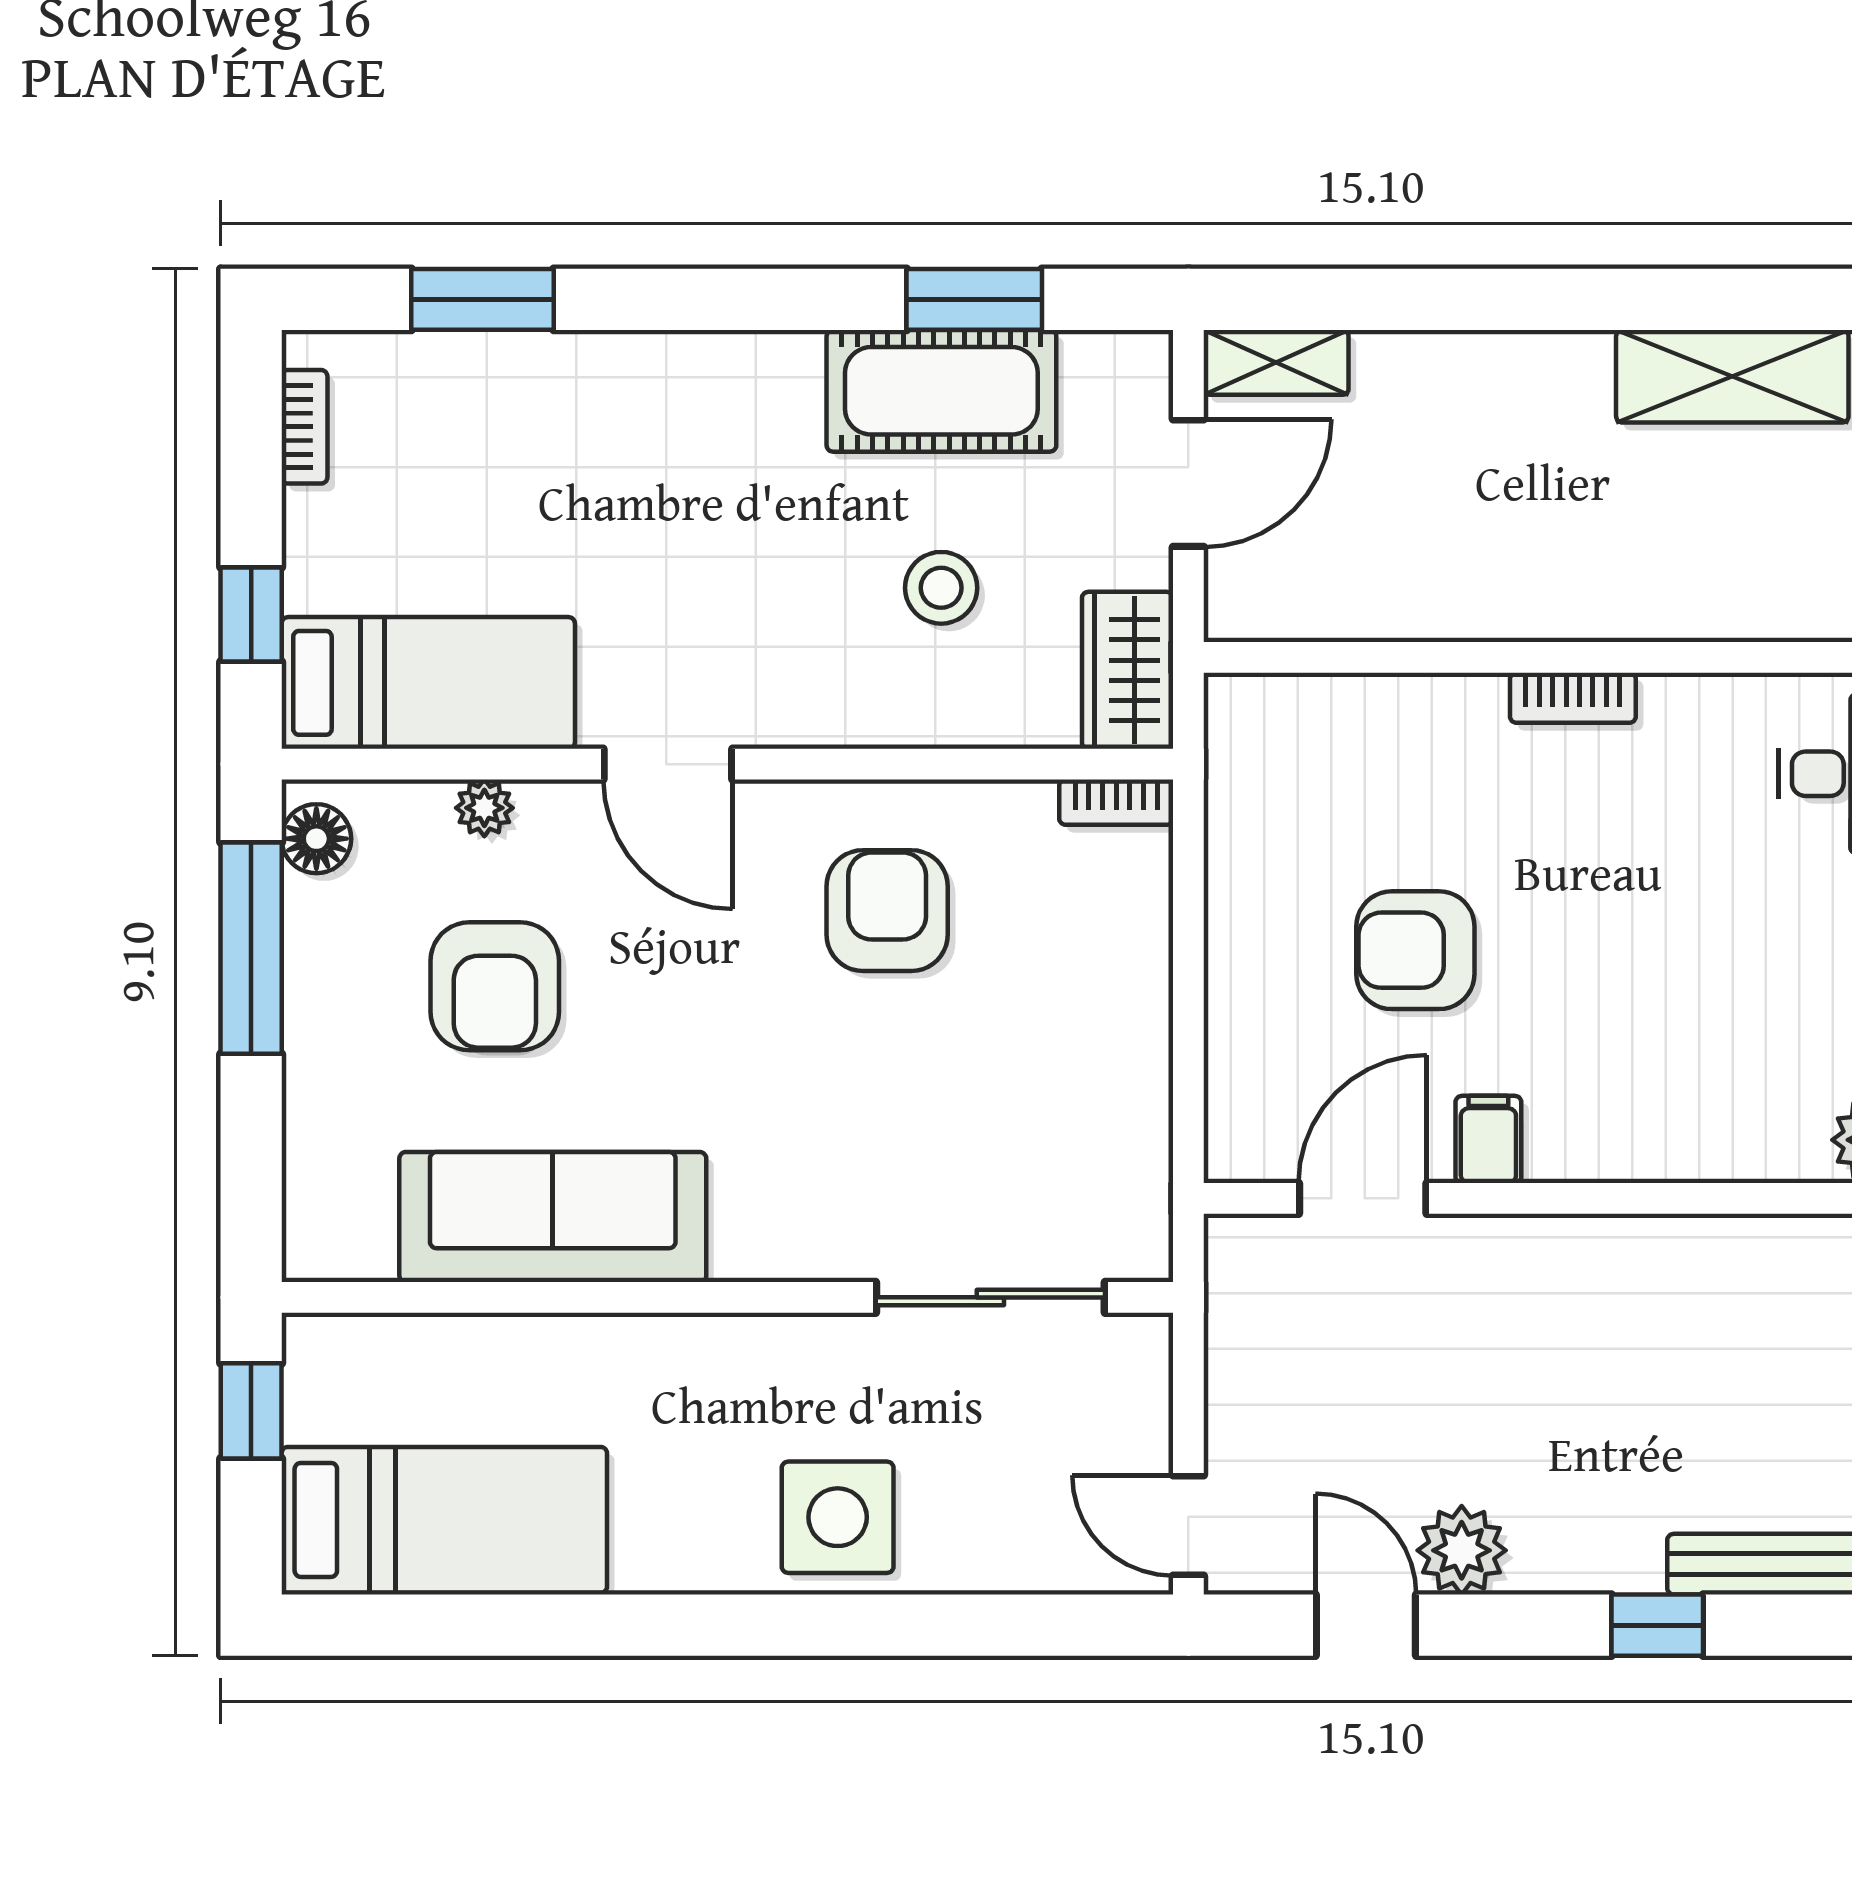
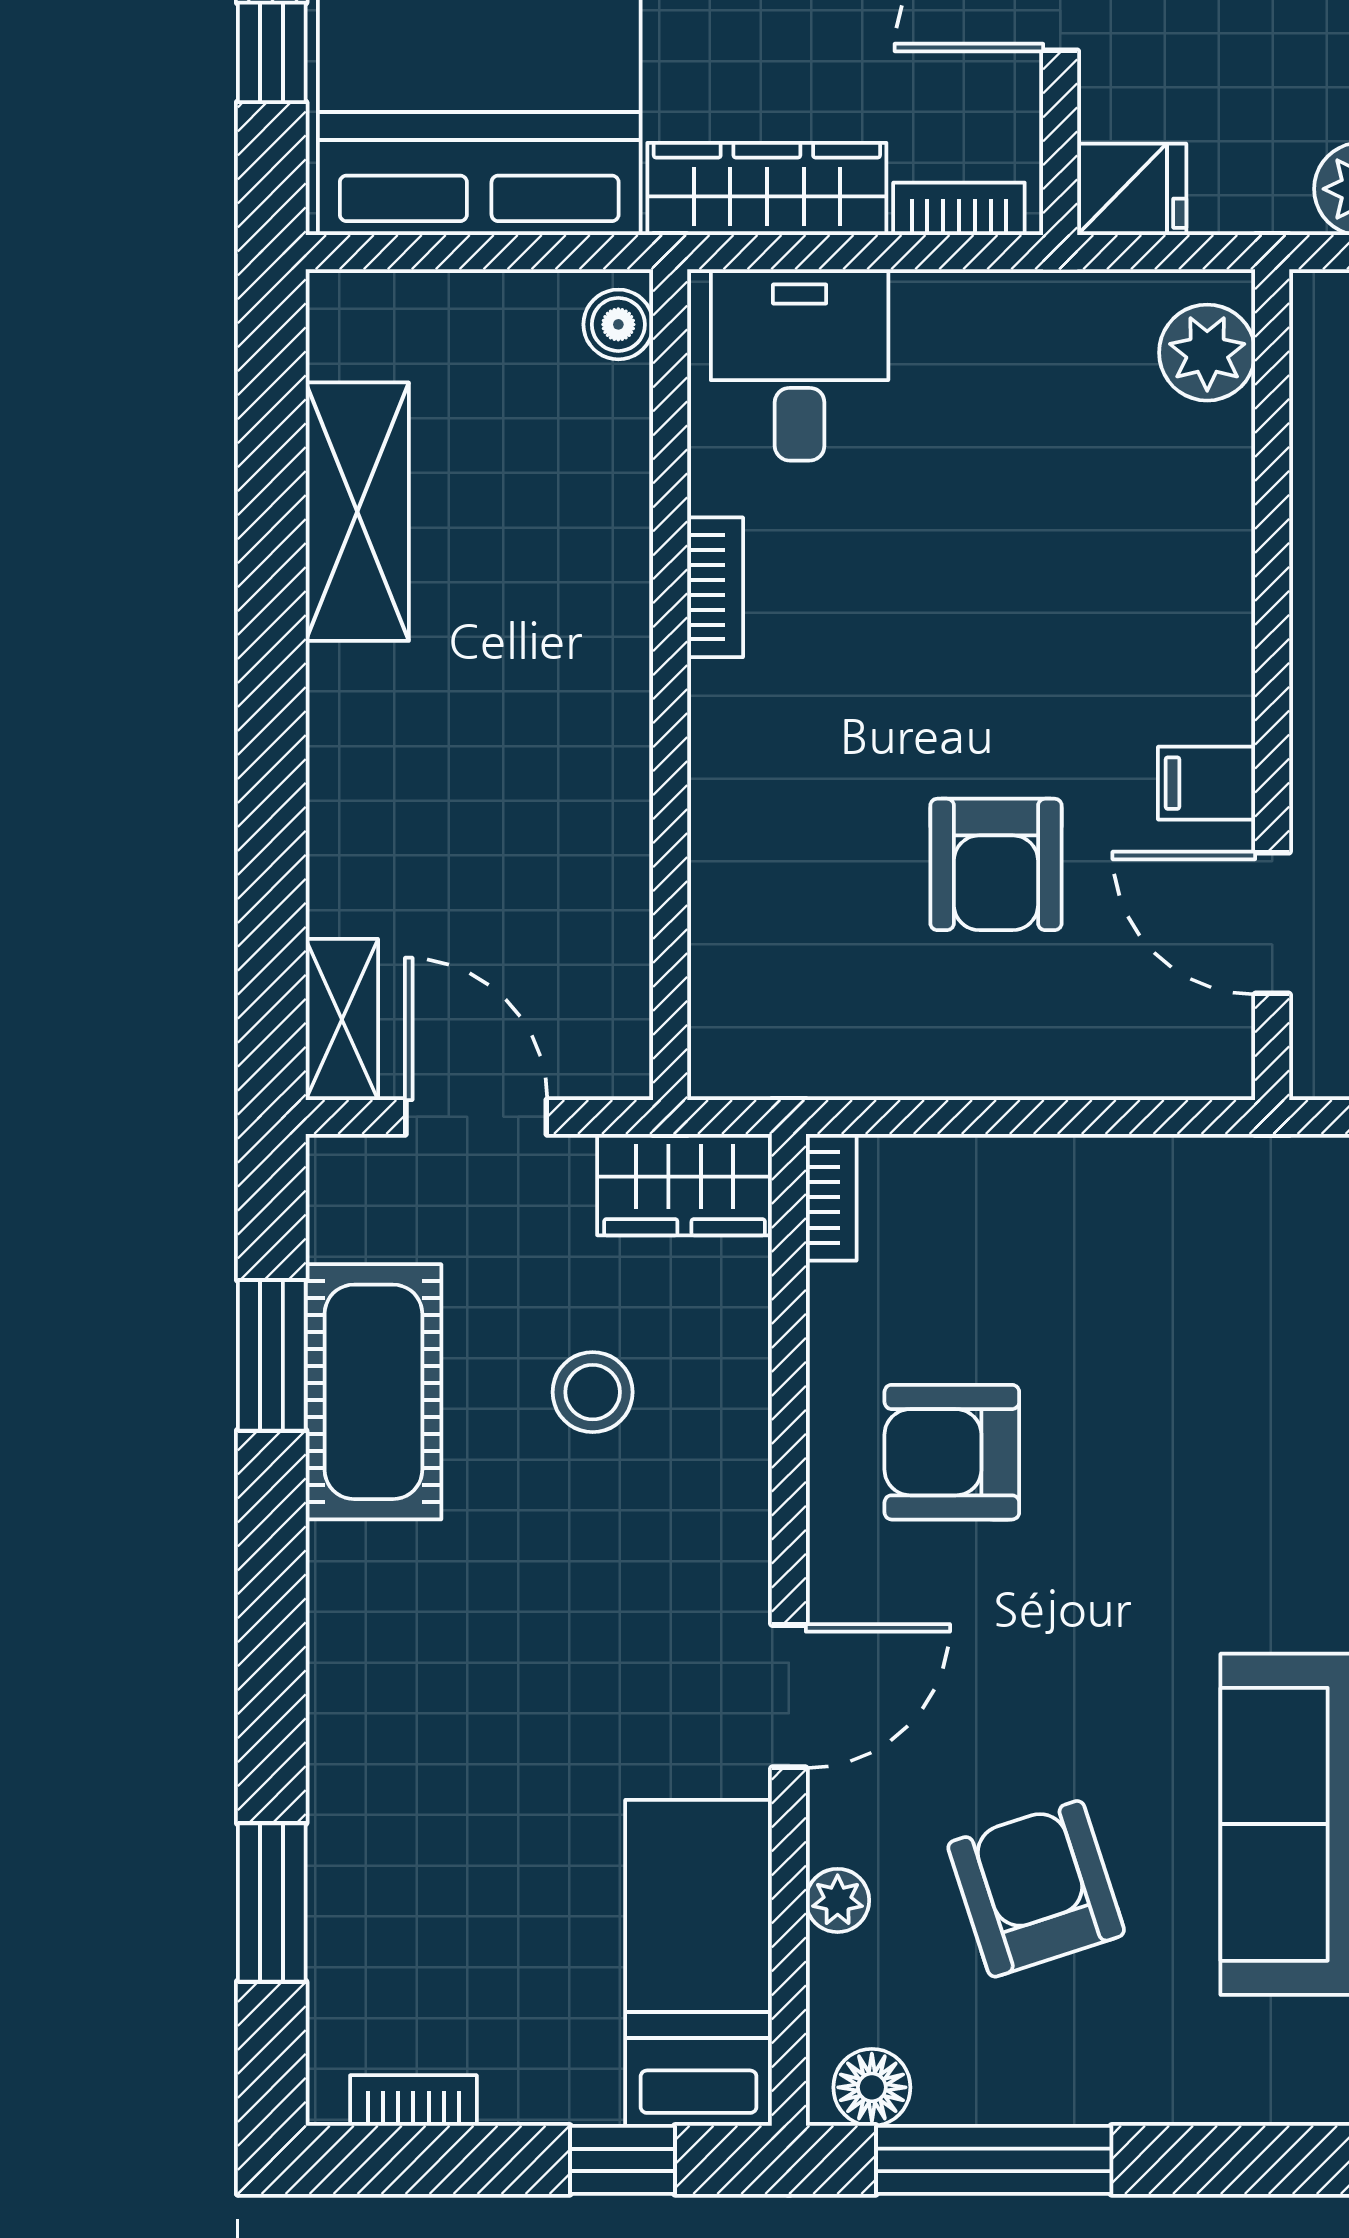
bookcase: (1573, 698) -> (715, 587), moved
armchair: (495, 986) -> (1036, 1889), turned -108

